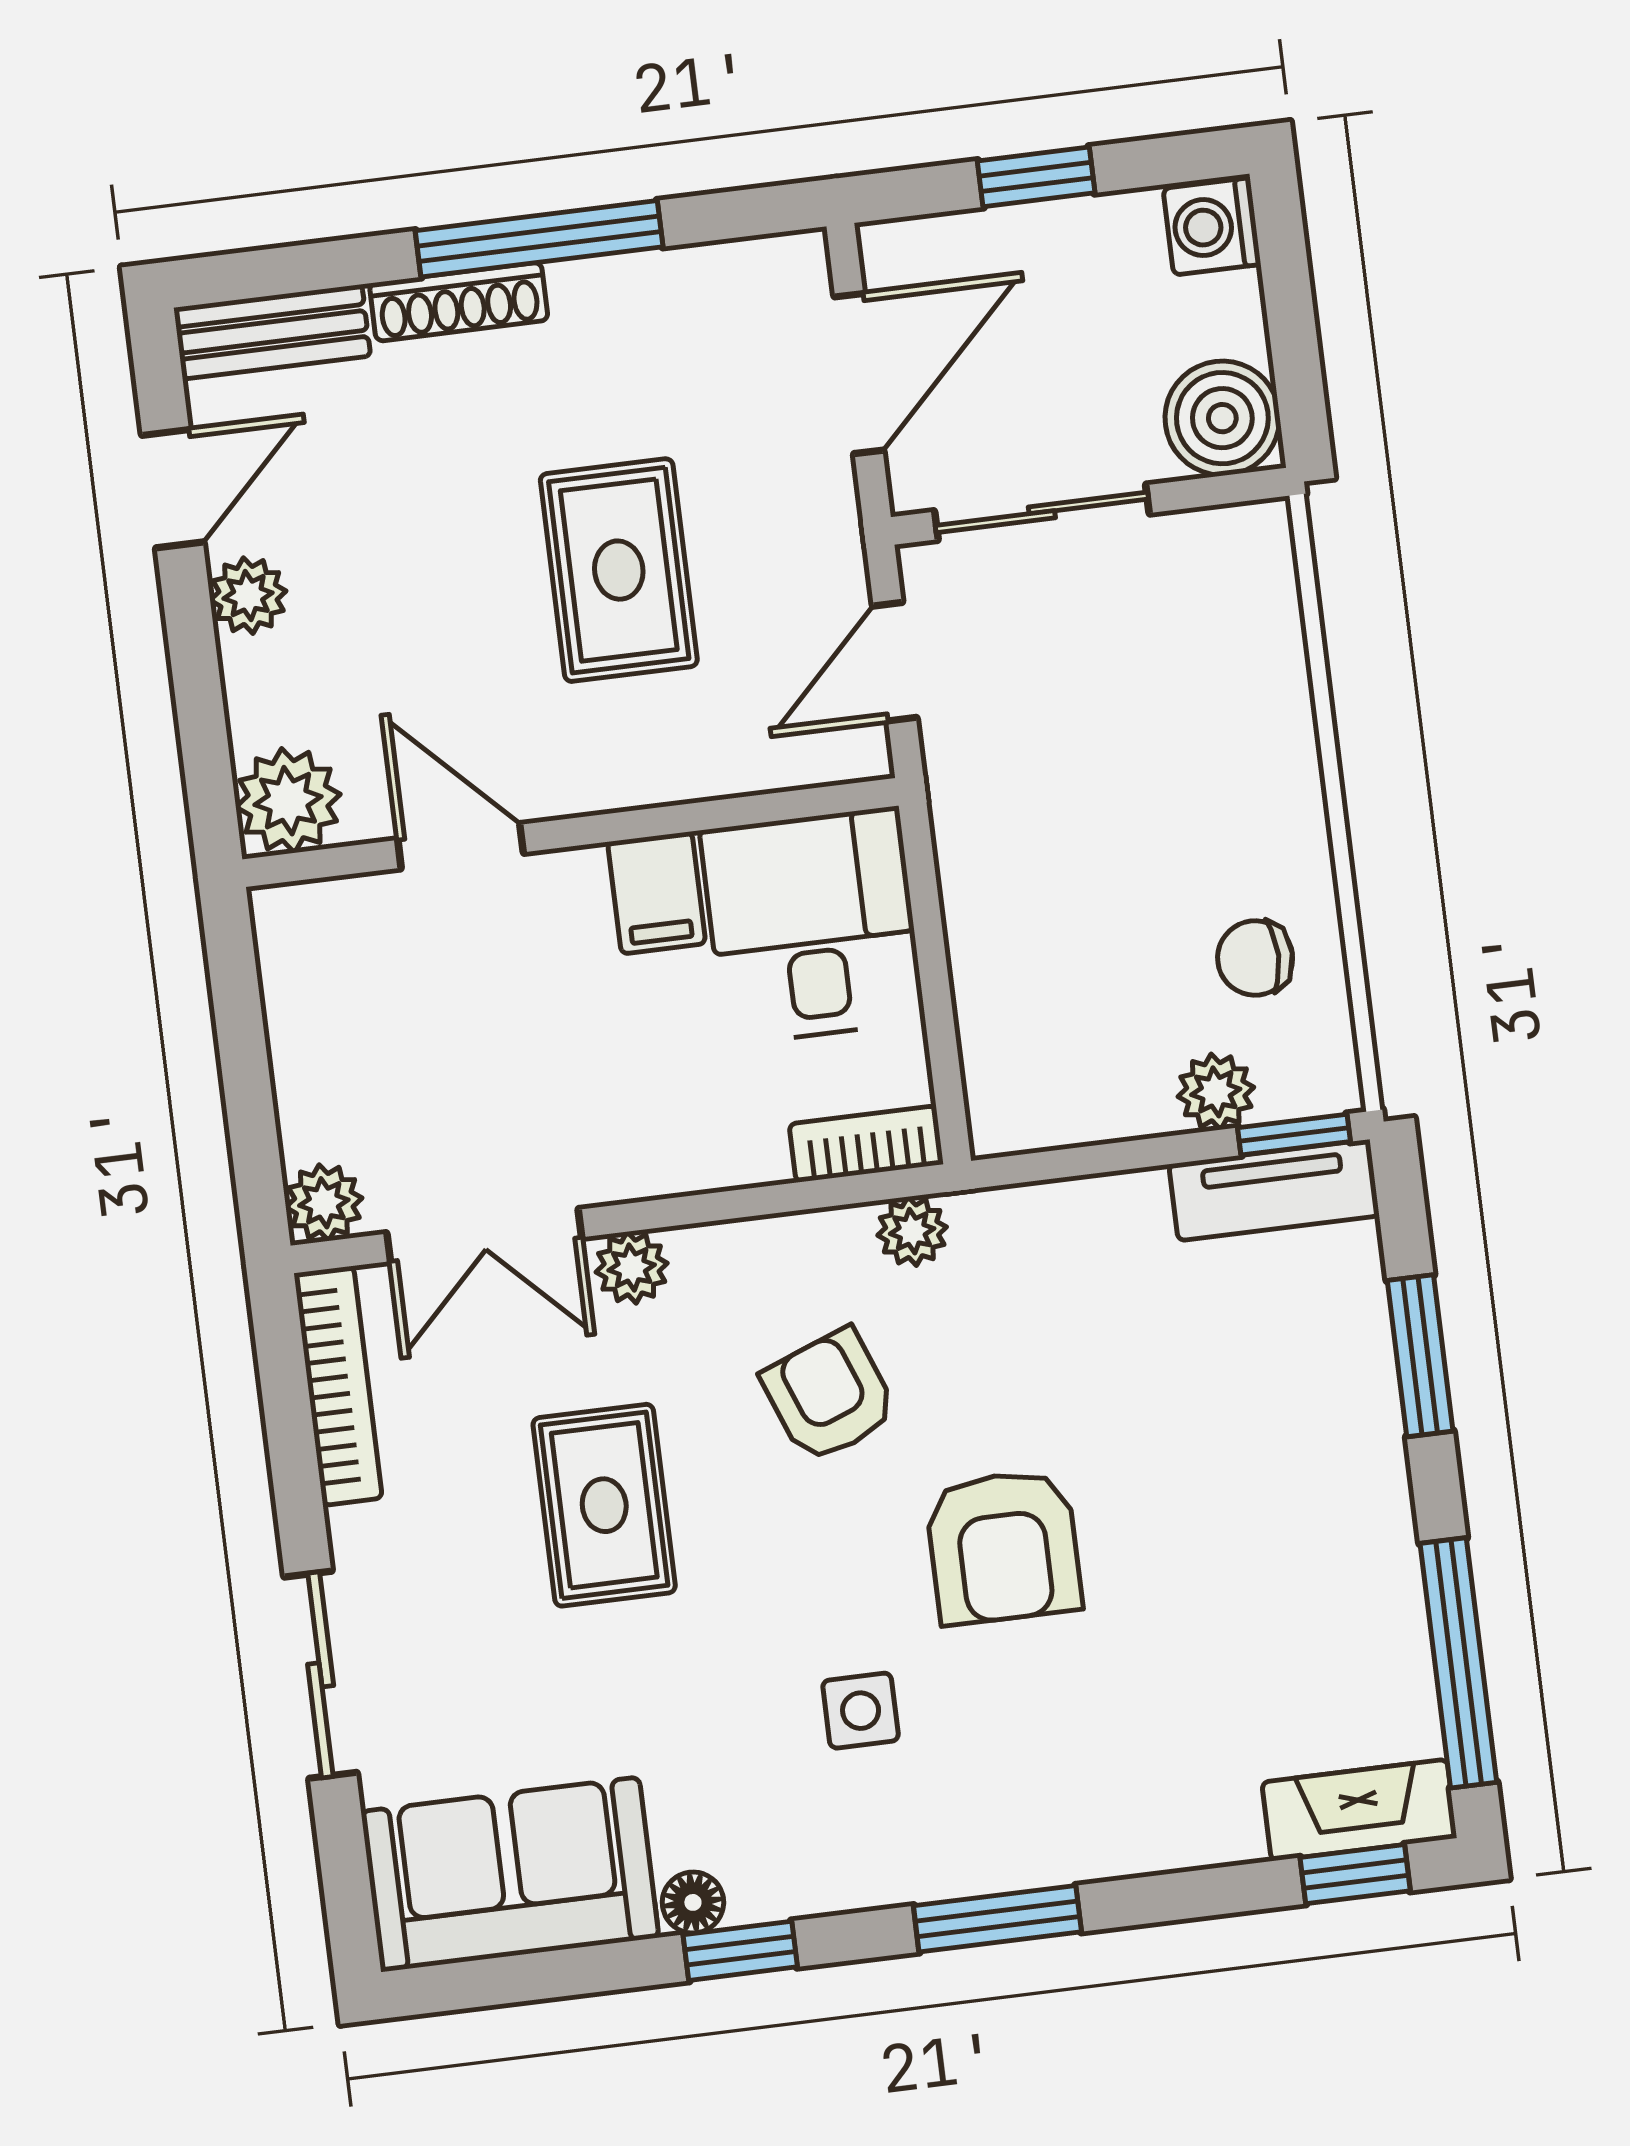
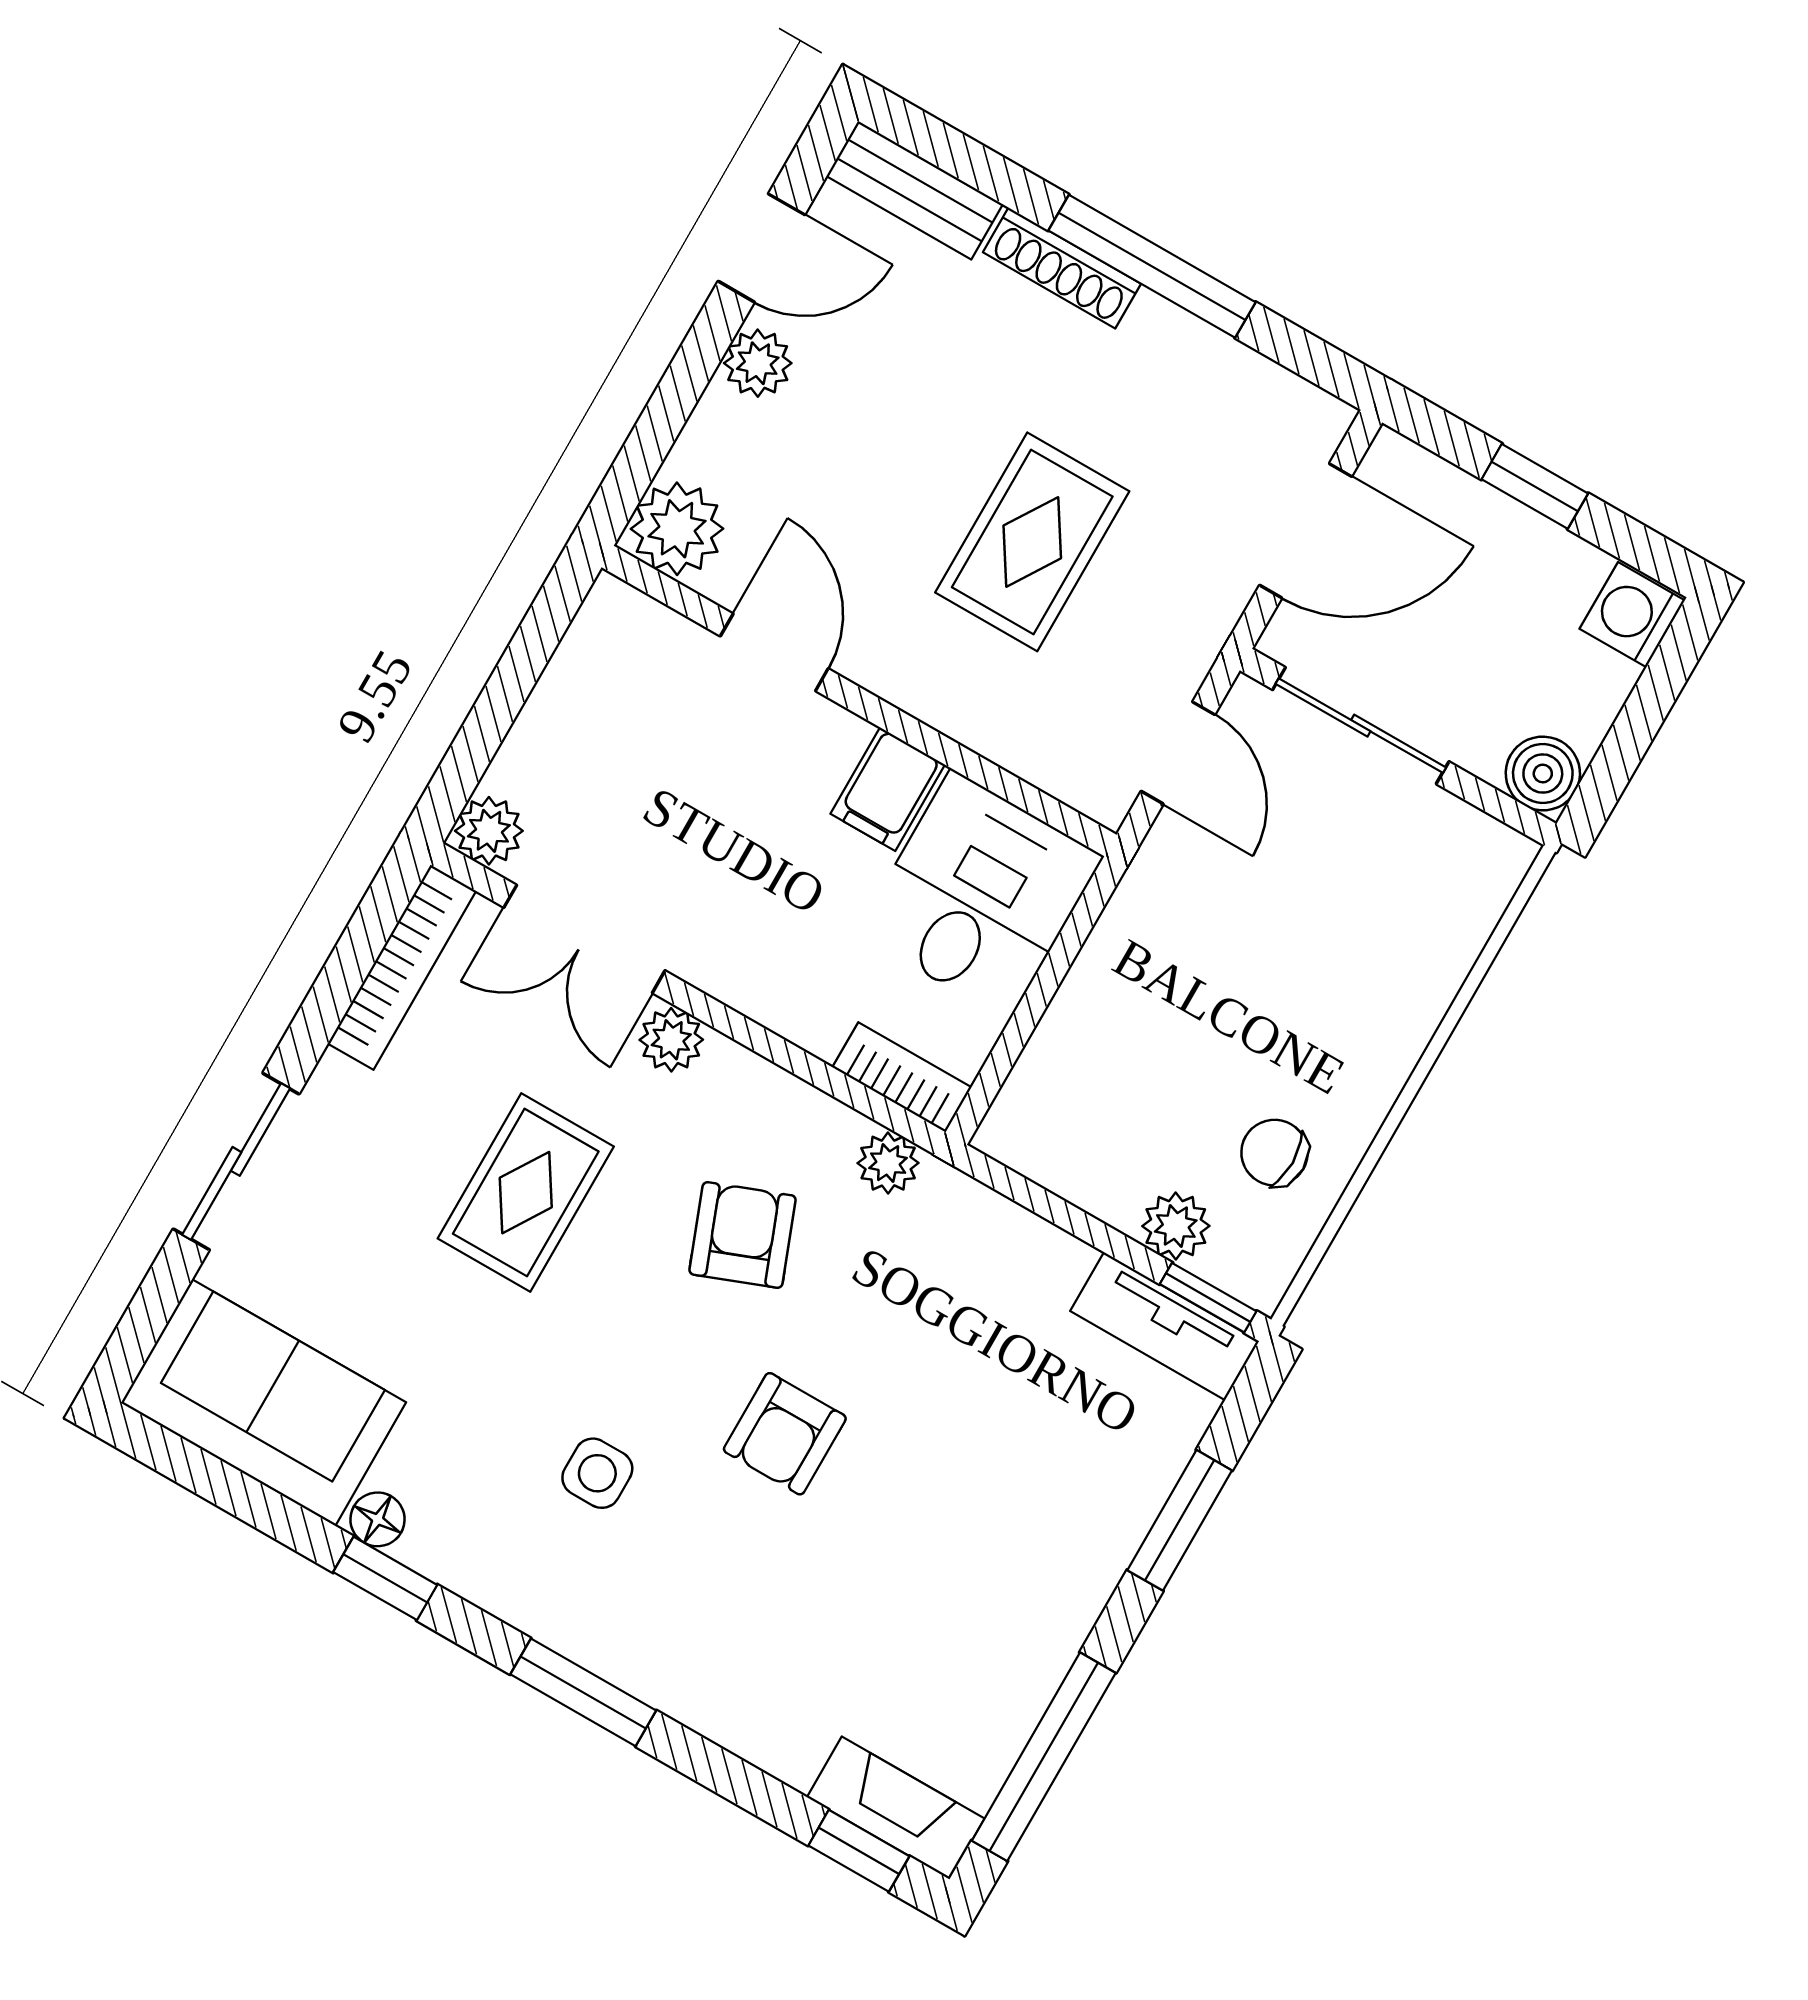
boiler: (1222, 418) -> (1543, 773), width x0.73, depth x0.73
door: (895, 662) -> (1178, 753), swing flipped
armchair: (1003, 1547) -> (785, 1434), width x0.72, depth x0.72

